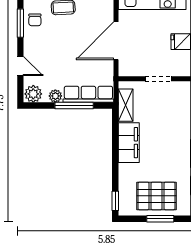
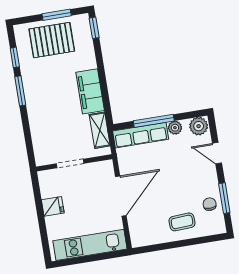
window: (160, 219) -> (57, 15), moved

